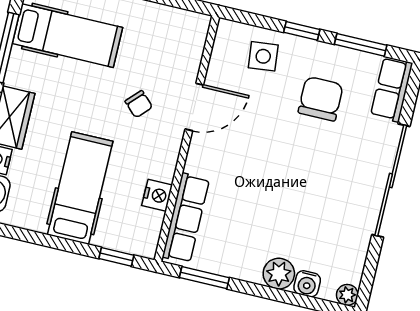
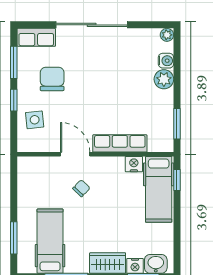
chair: (321, 99) -> (52, 79), turned 90
hospital bed: (80, 188) -> (159, 189), moved, turned -90
row of seats: (186, 218) -> (120, 143), moved

